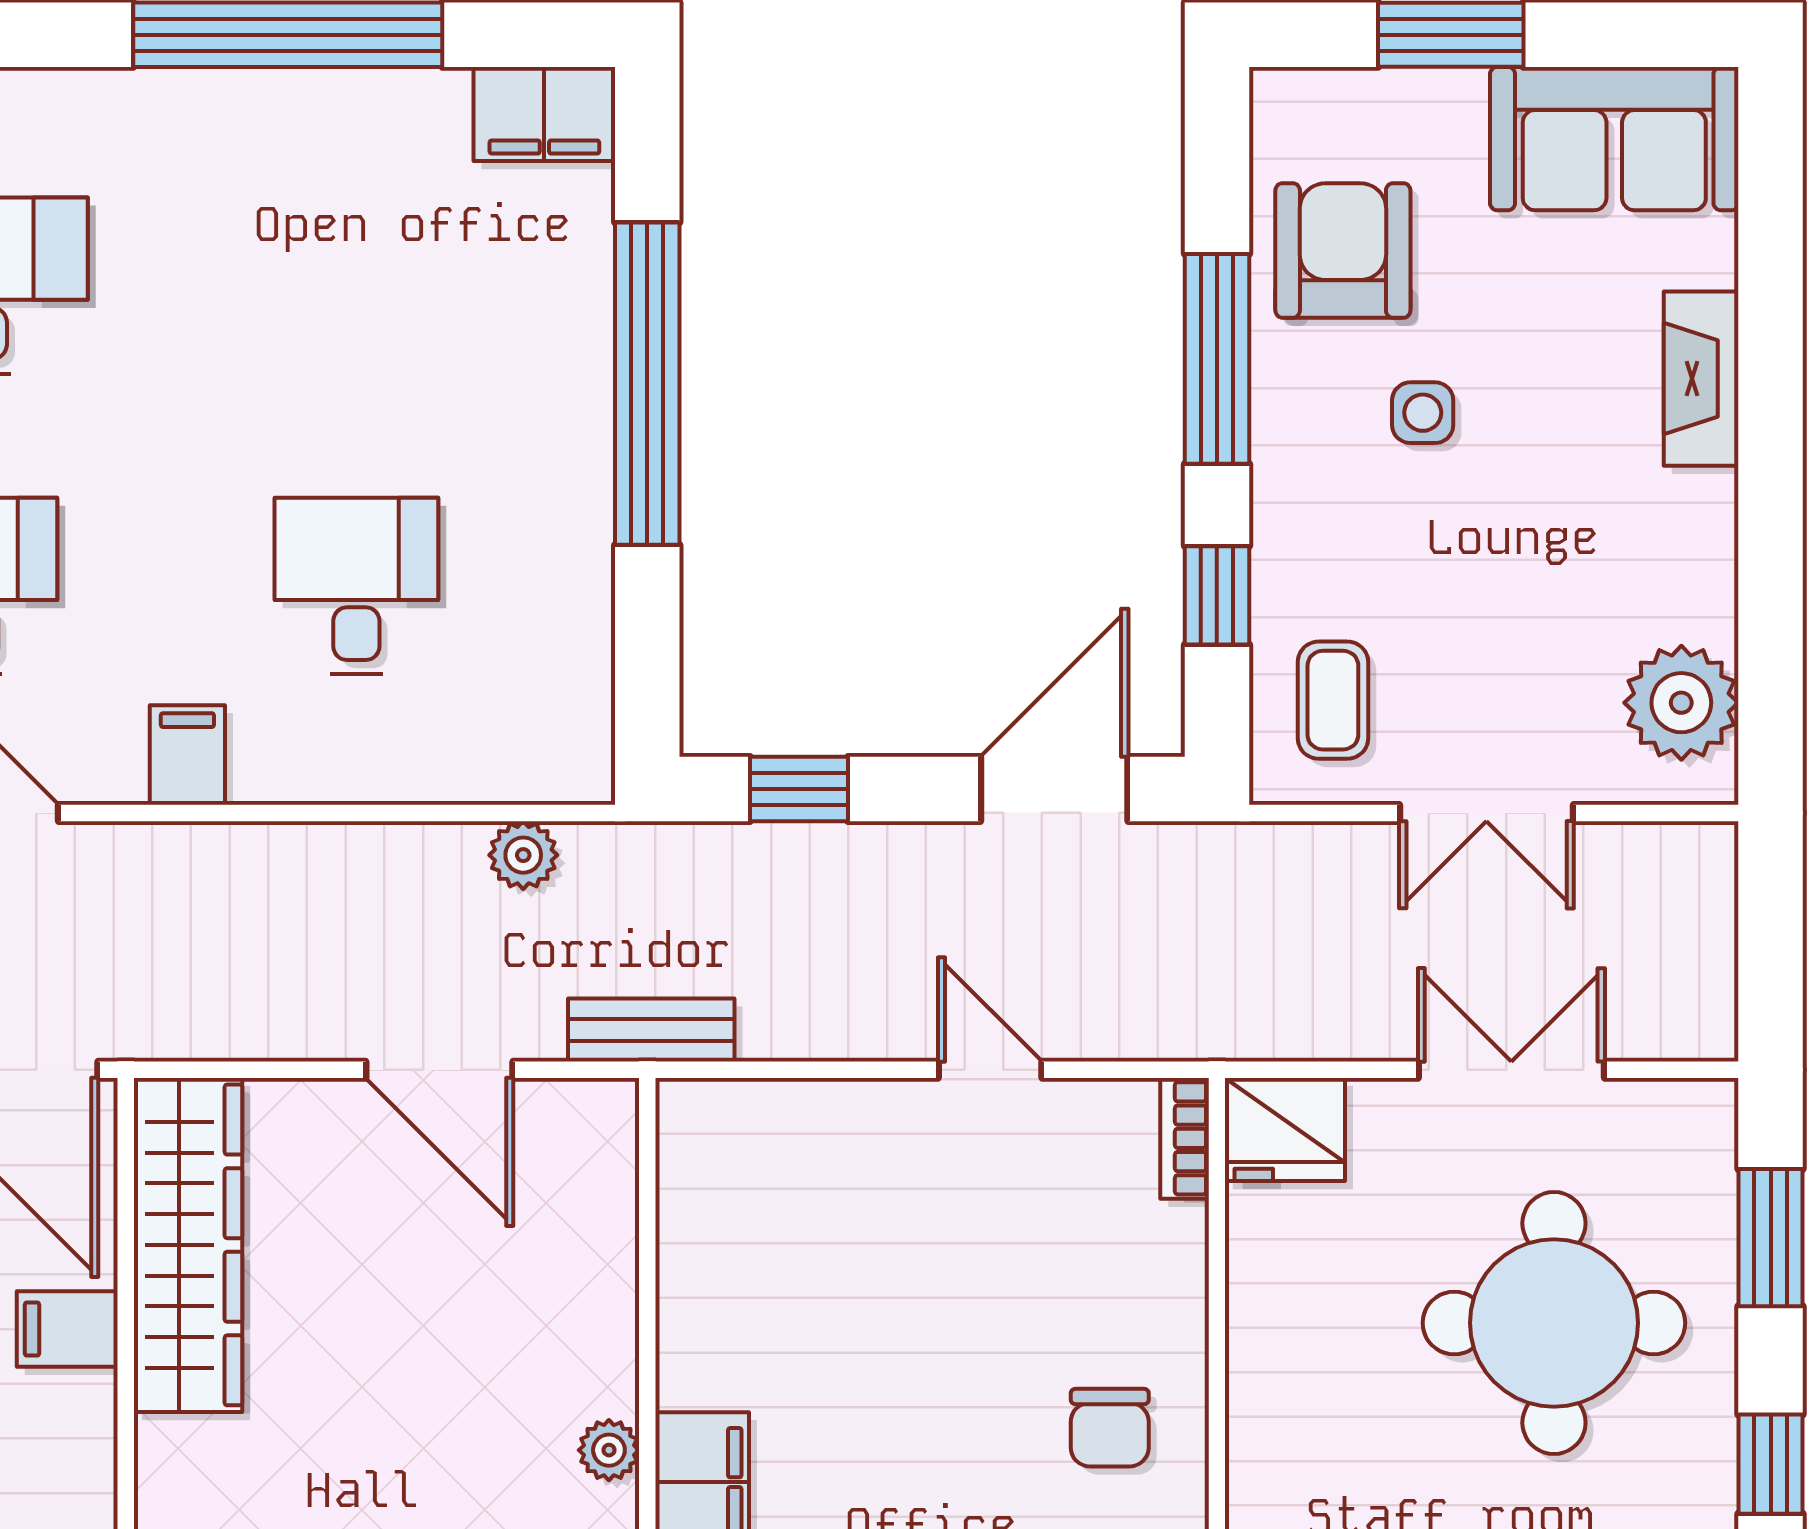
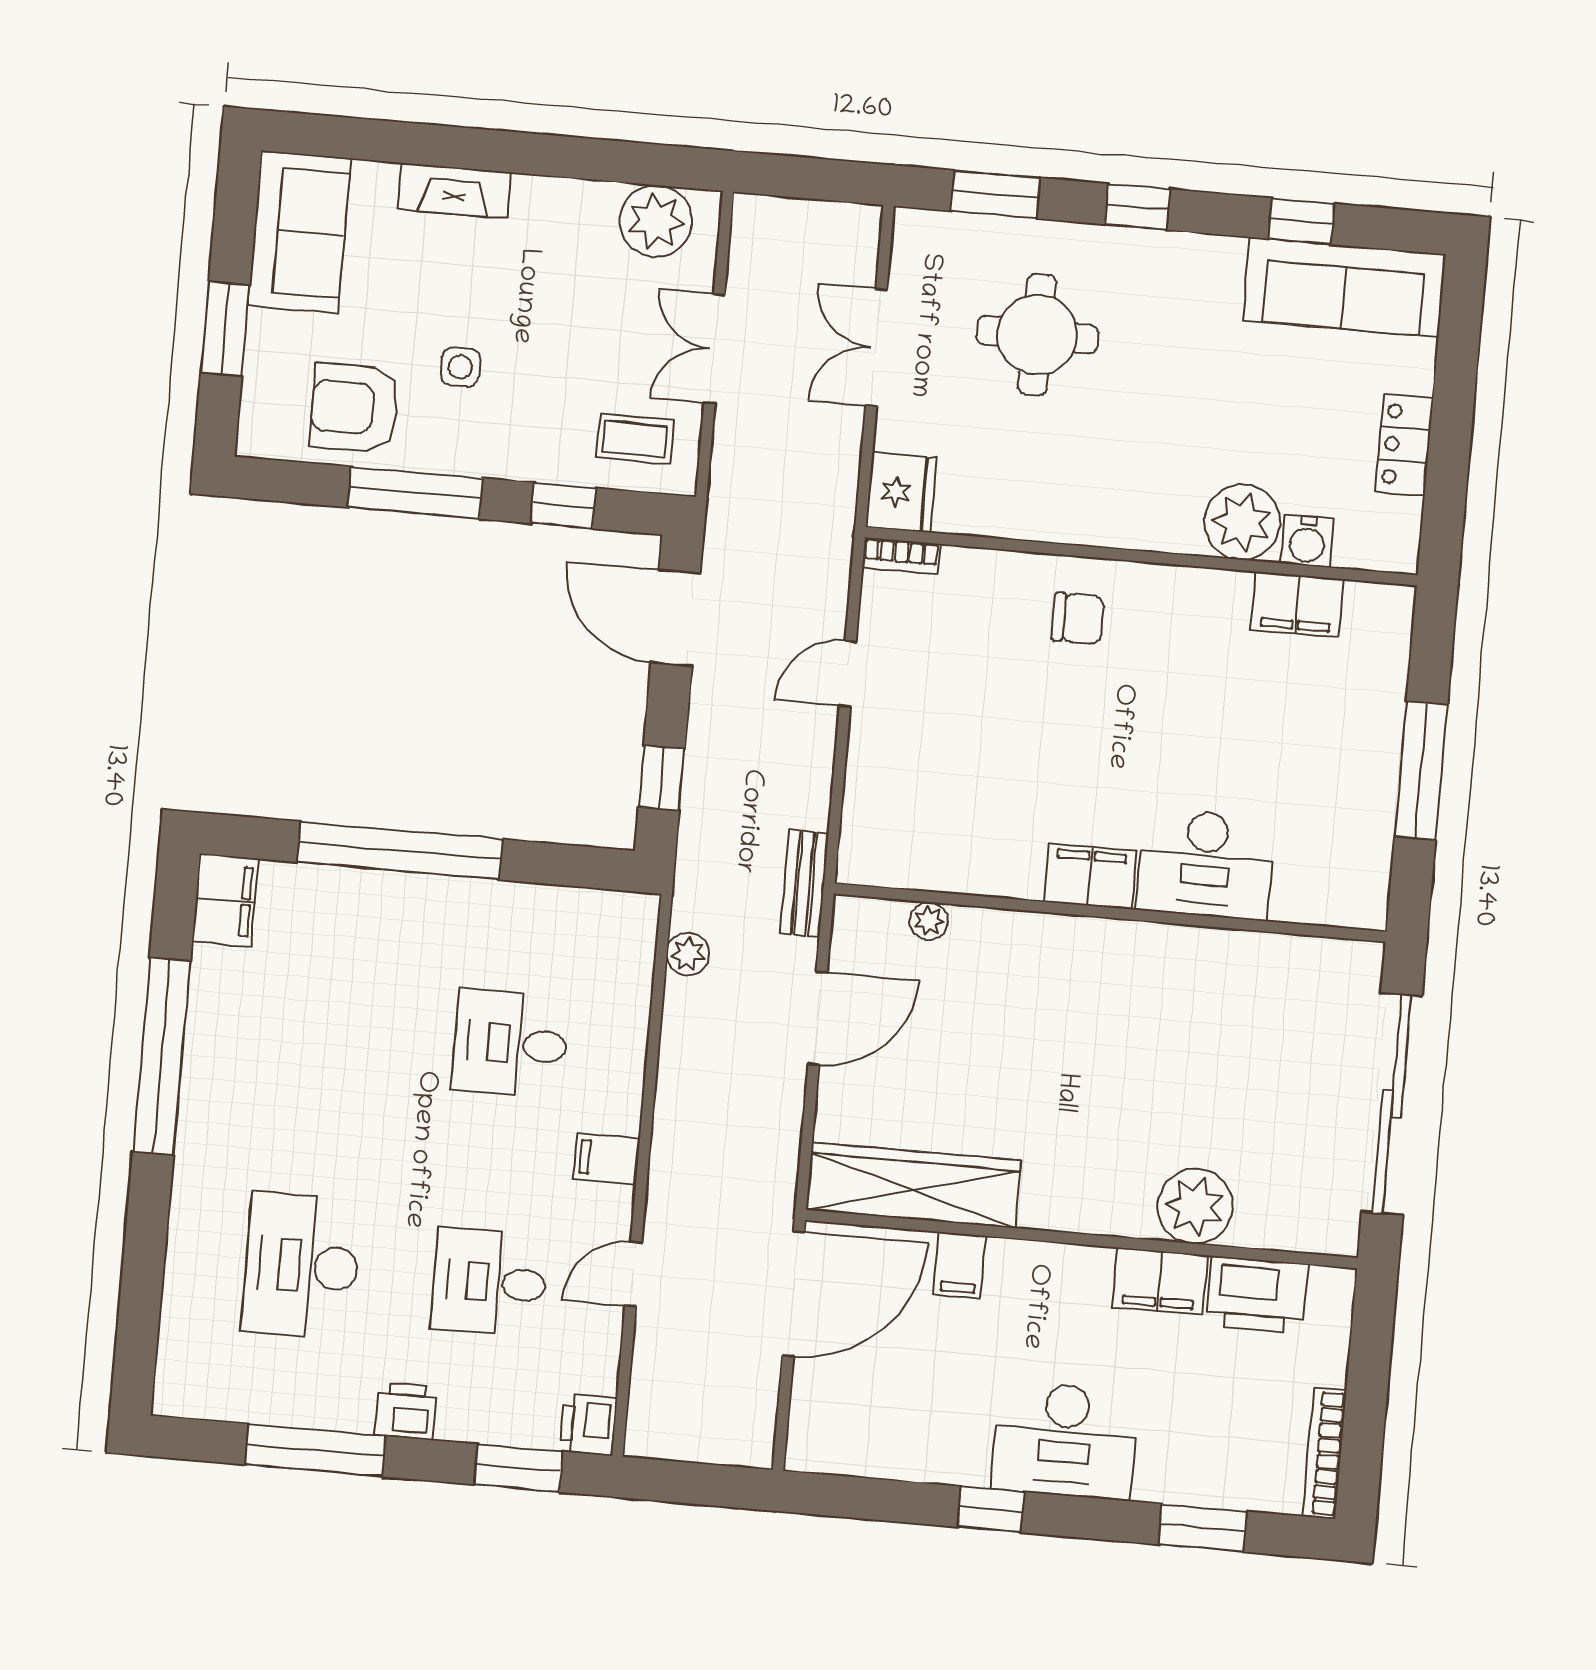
double door: (1486, 813) -> (714, 349), swing flipped
round table: (1554, 1323) -> (1037, 335), width x0.73, depth x0.73
plant: (609, 1450) -> (929, 921), moved

